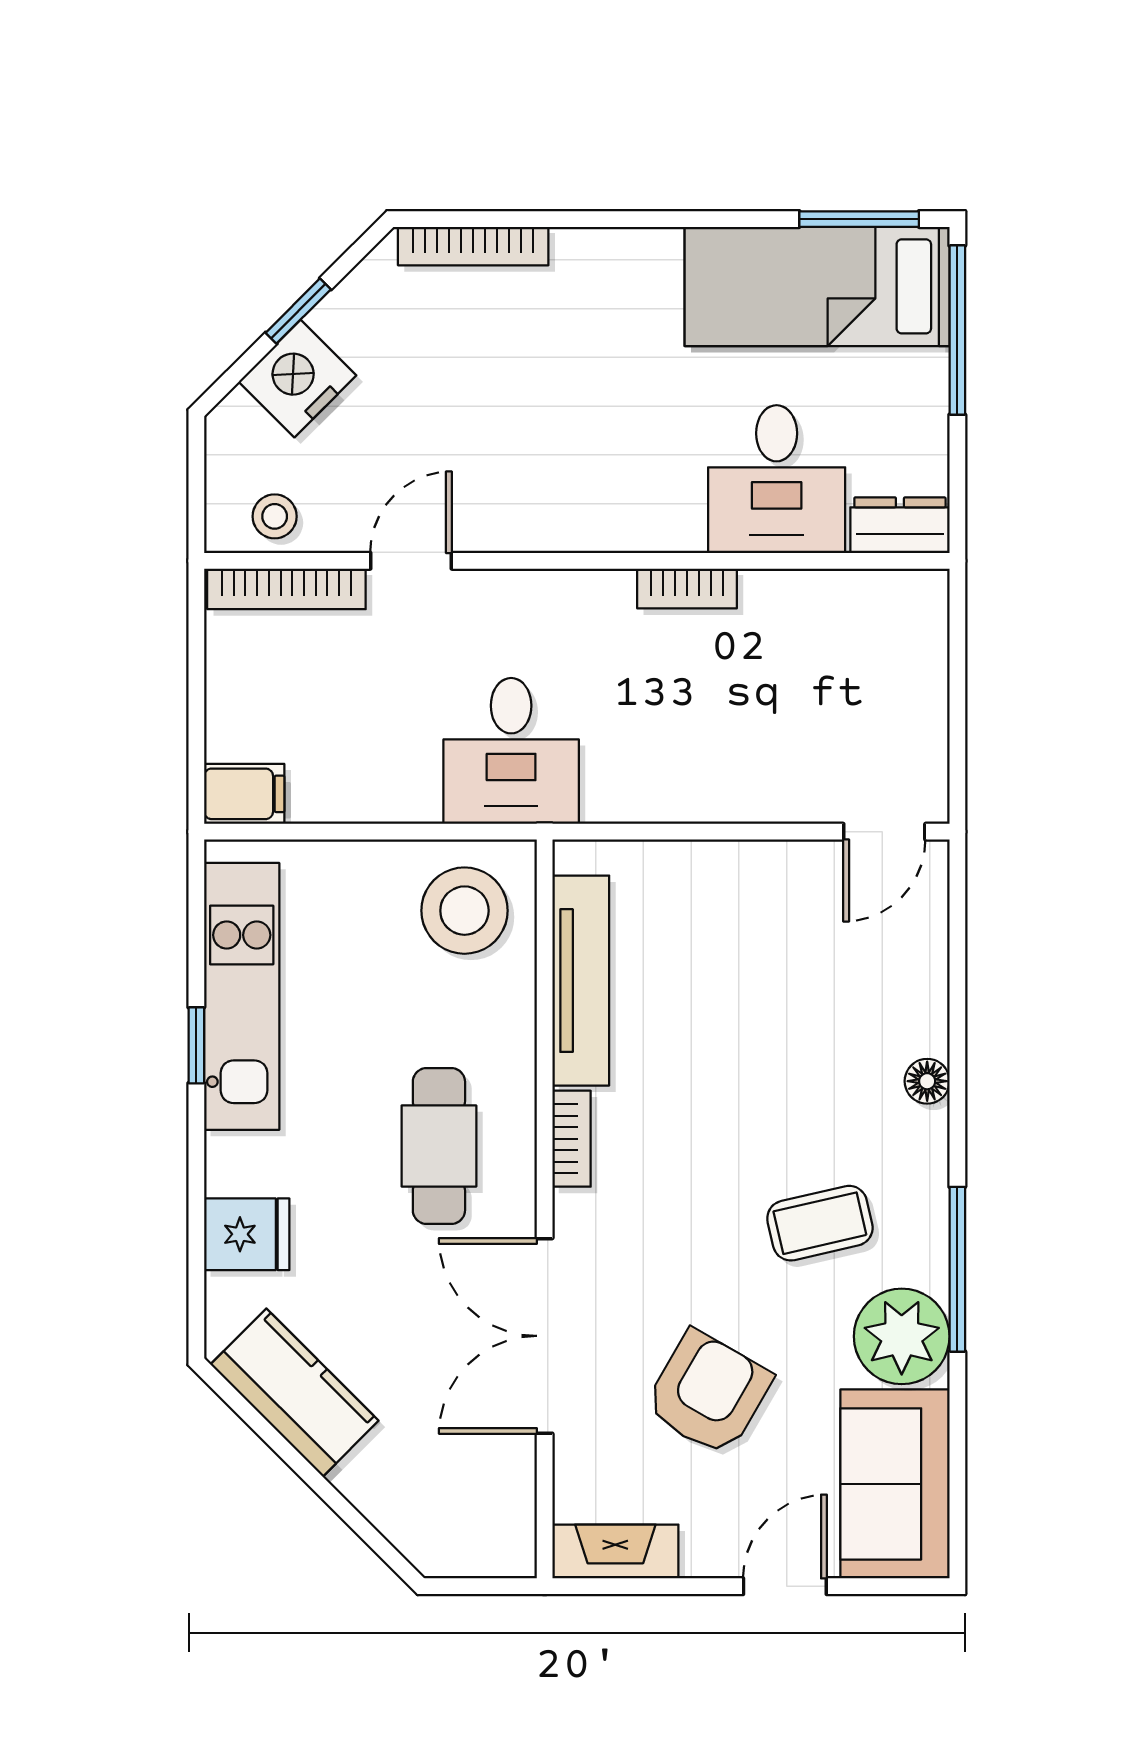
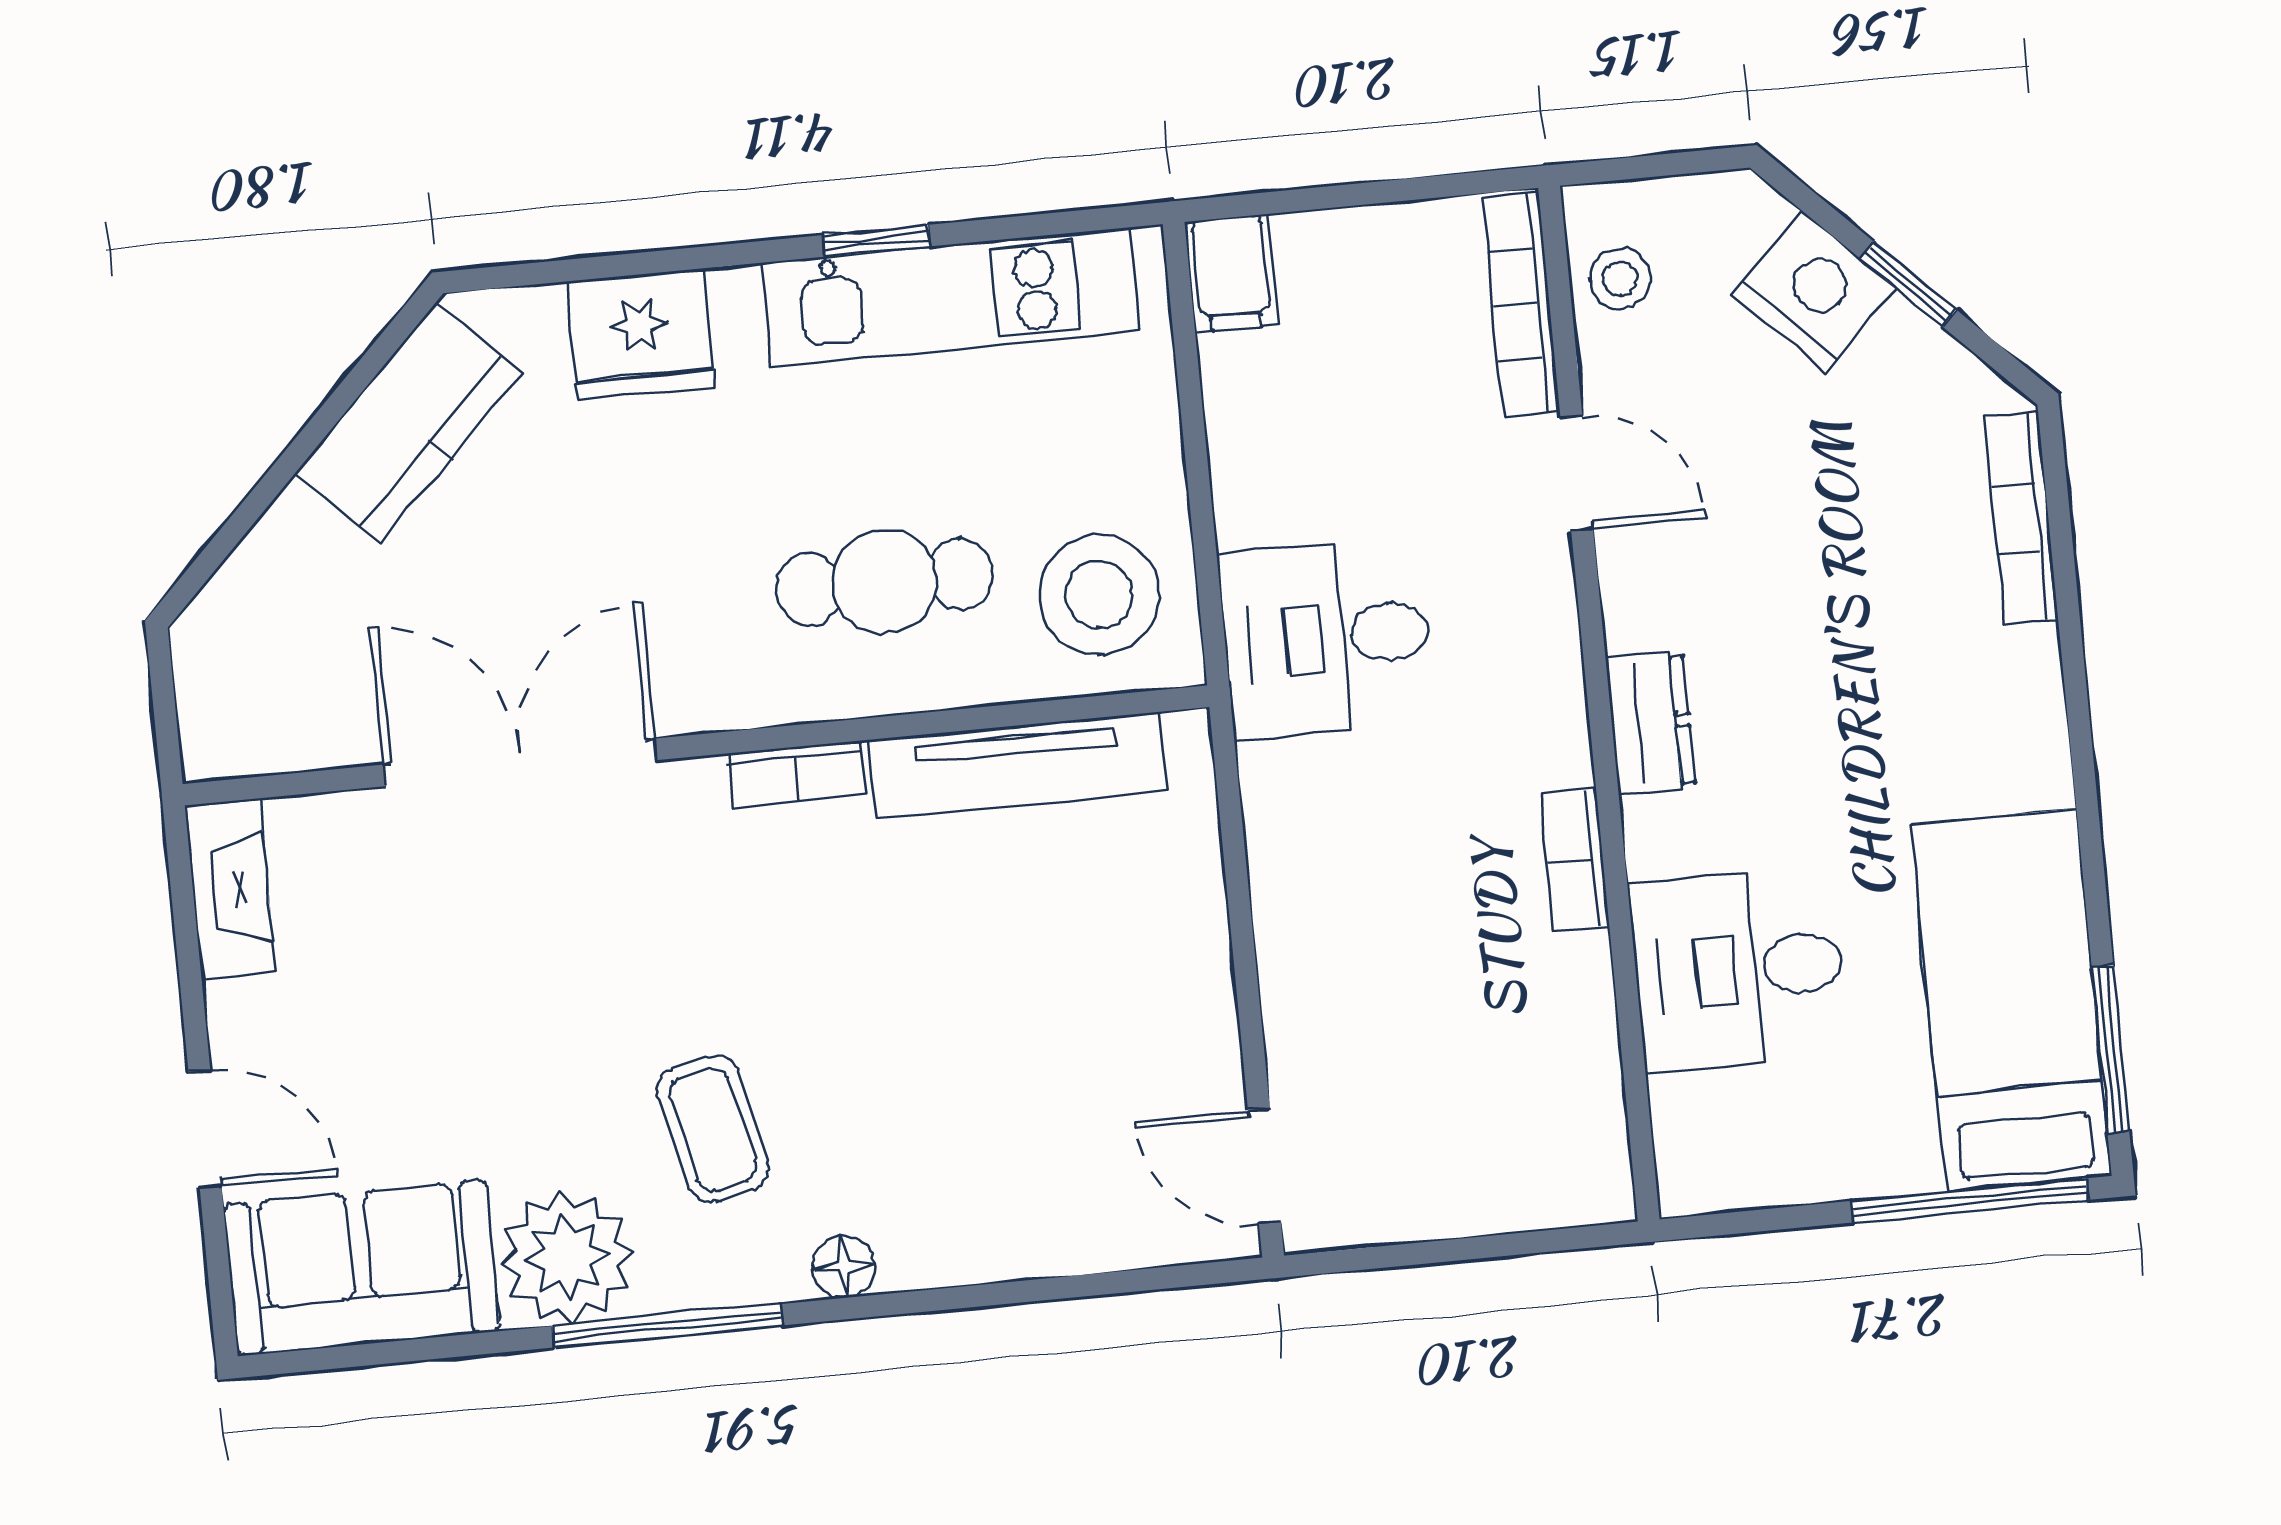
dresser: (900, 525) -> (1651, 723), moved
floor lamp: (927, 1081) -> (844, 1267), moved
cafe table: (439, 1146) -> (884, 582), moved
fridge: (247, 1234) -> (640, 334), width x1.38
armchair: (708, 1393) -> (463, 997), removed

